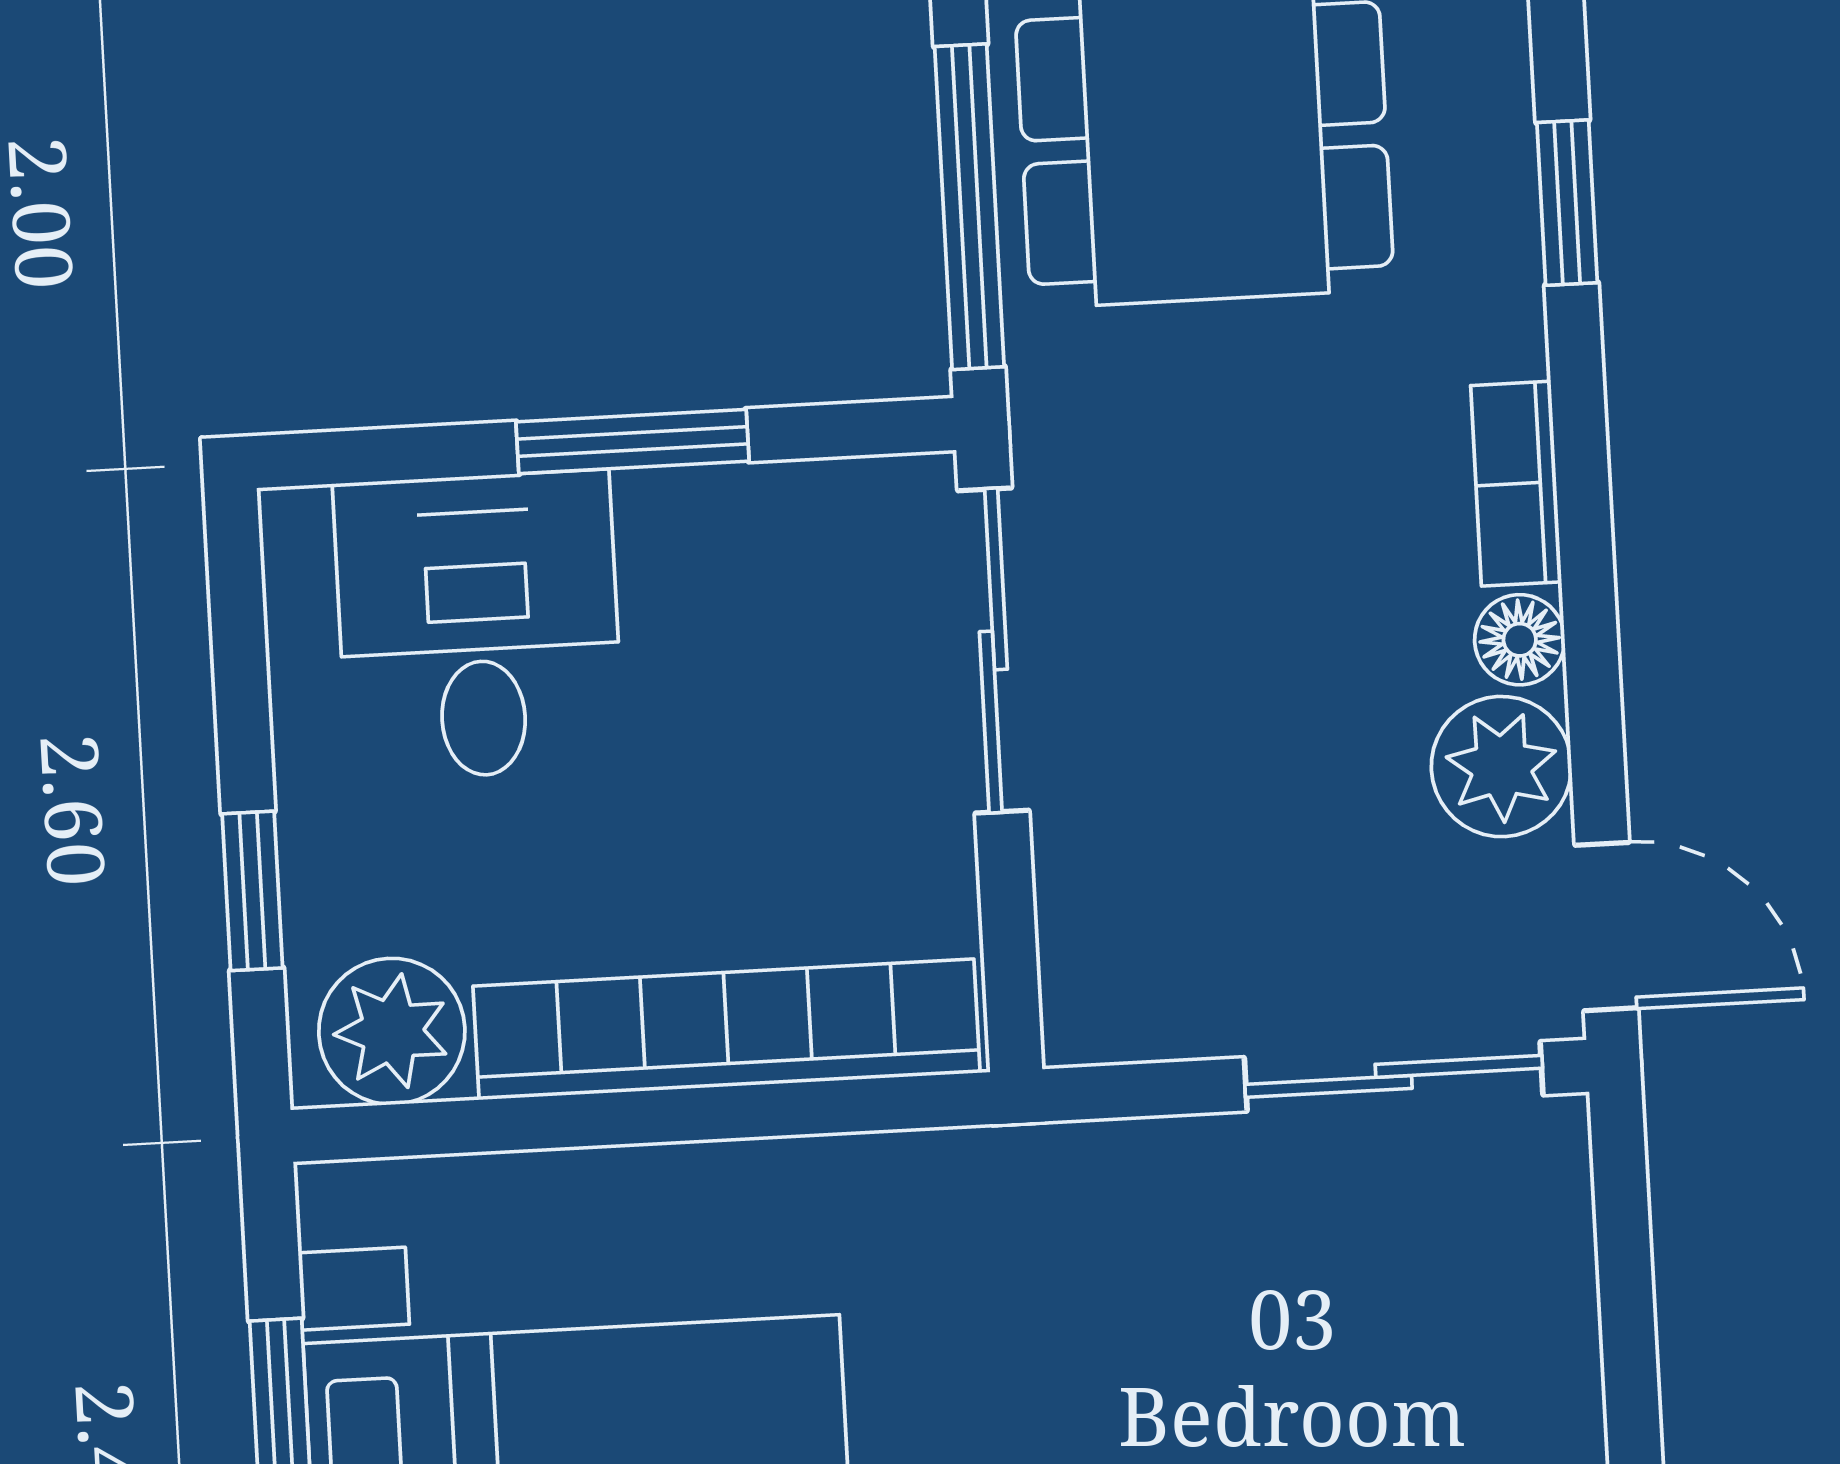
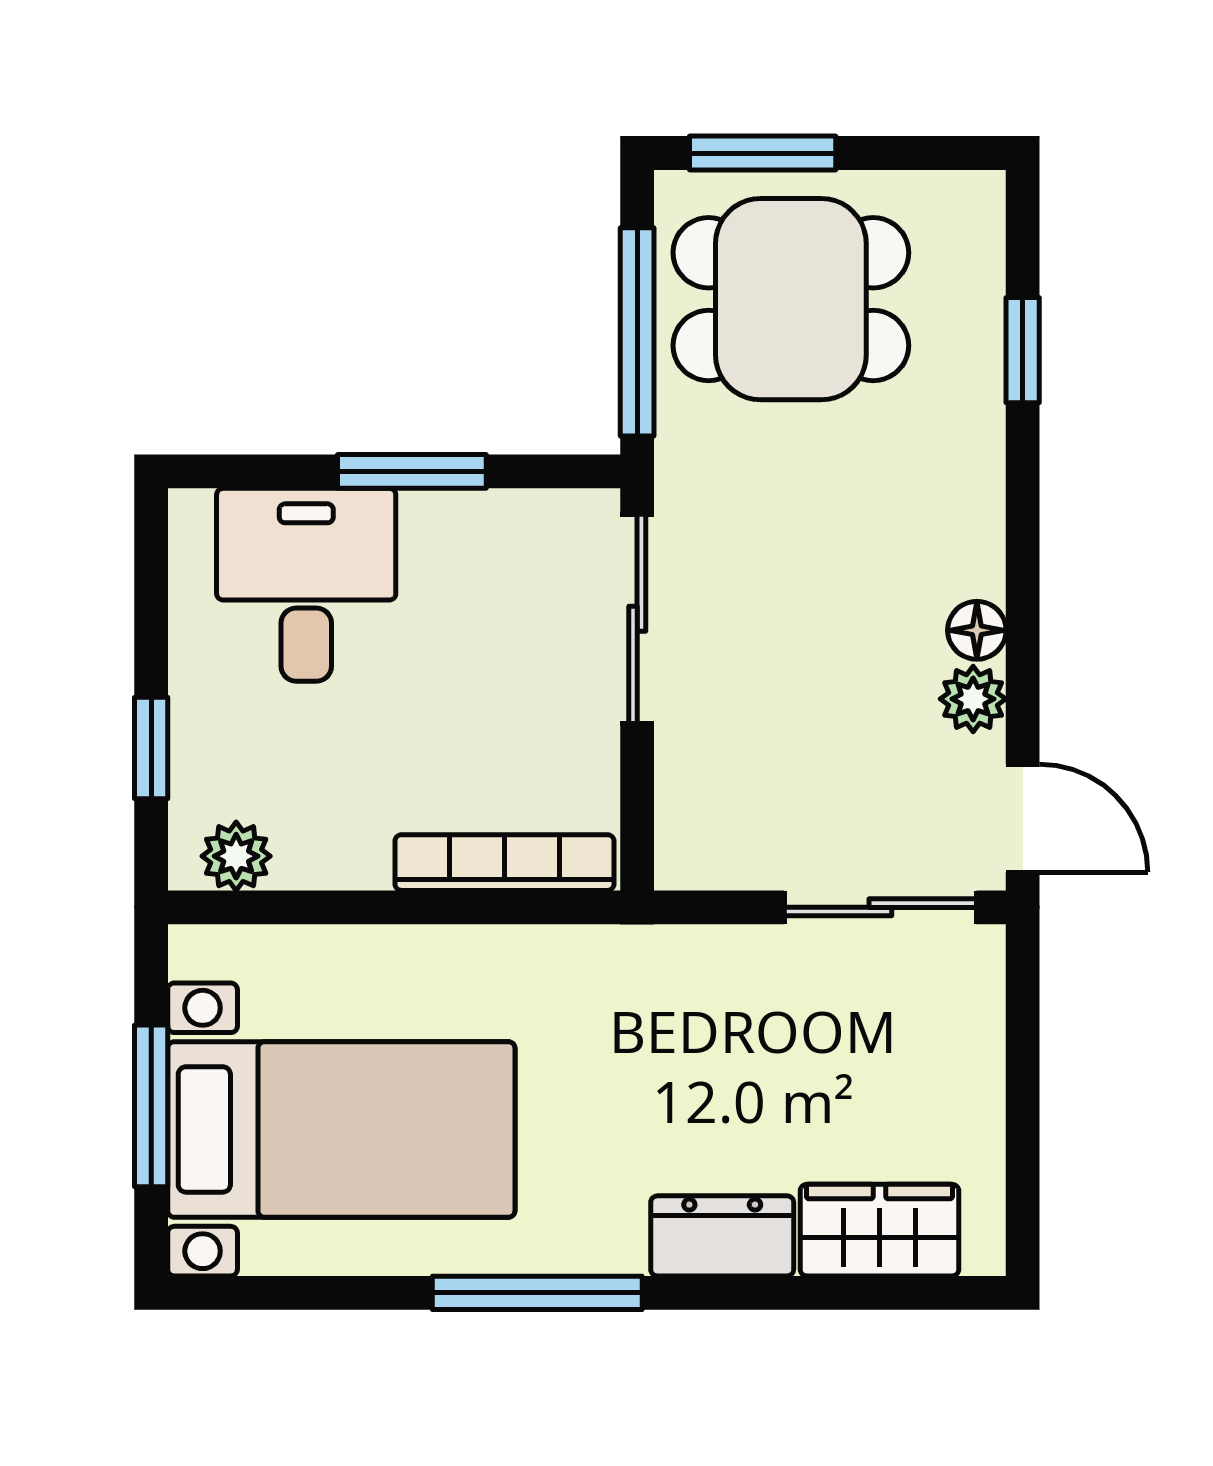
bookcase: (1516, 484) -> (980, 530), removed
plant: (1501, 767) -> (973, 699), width x0.73, depth x0.73
bookcase: (727, 1029) -> (504, 863), width x0.68, depth x0.76
plant: (392, 1031) -> (236, 856), width x0.73, depth x0.73

